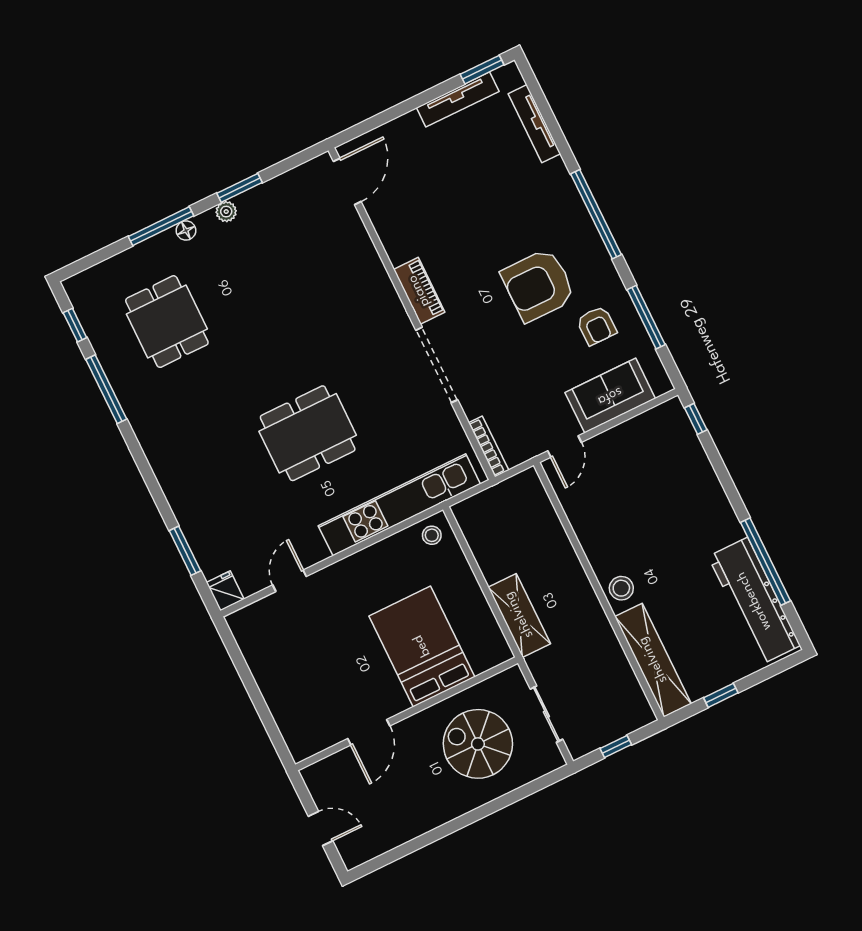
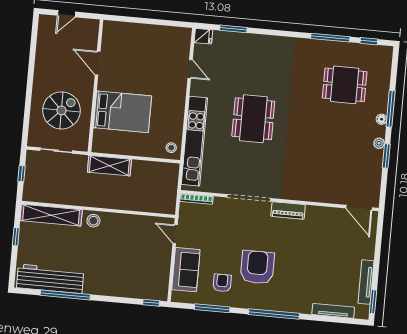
armchair: (597, 326) -> (222, 283), turned 90

